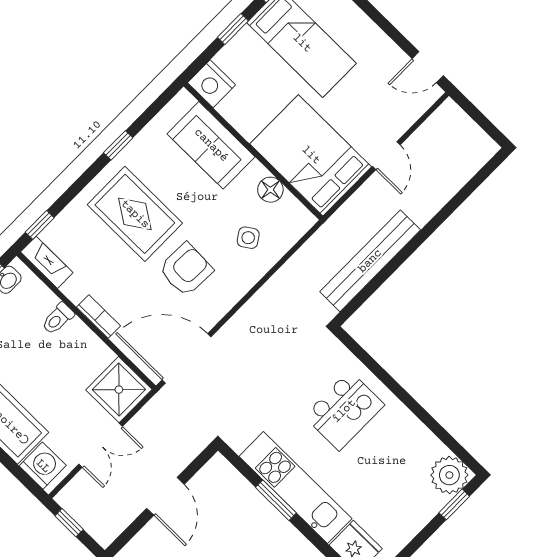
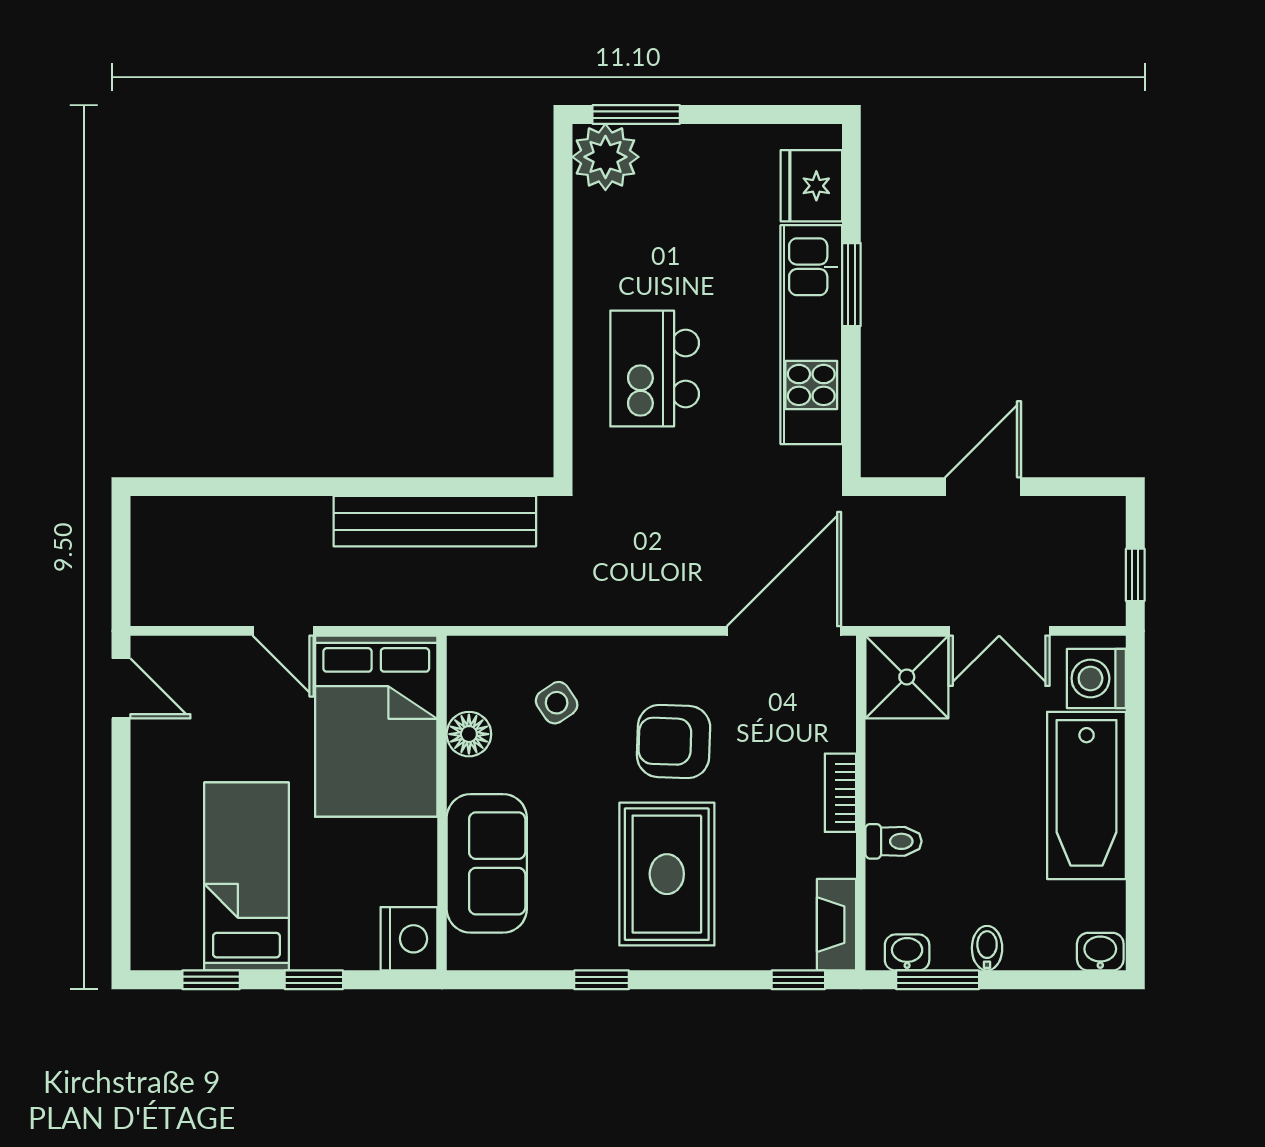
door: (386, 156) -> (283, 631), swing flipped
door: (186, 358) -> (784, 631), swing flipped
kitchen island: (344, 411) -> (655, 369), turned -90
double door: (101, 445) -> (999, 631), swing flipped
window: (276, 500) -> (851, 285), moved
window: (454, 504) -> (636, 114), width x1.50

